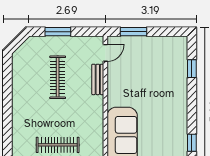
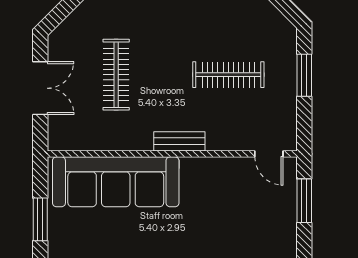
bench: (98, 79) -> (179, 141), moved

